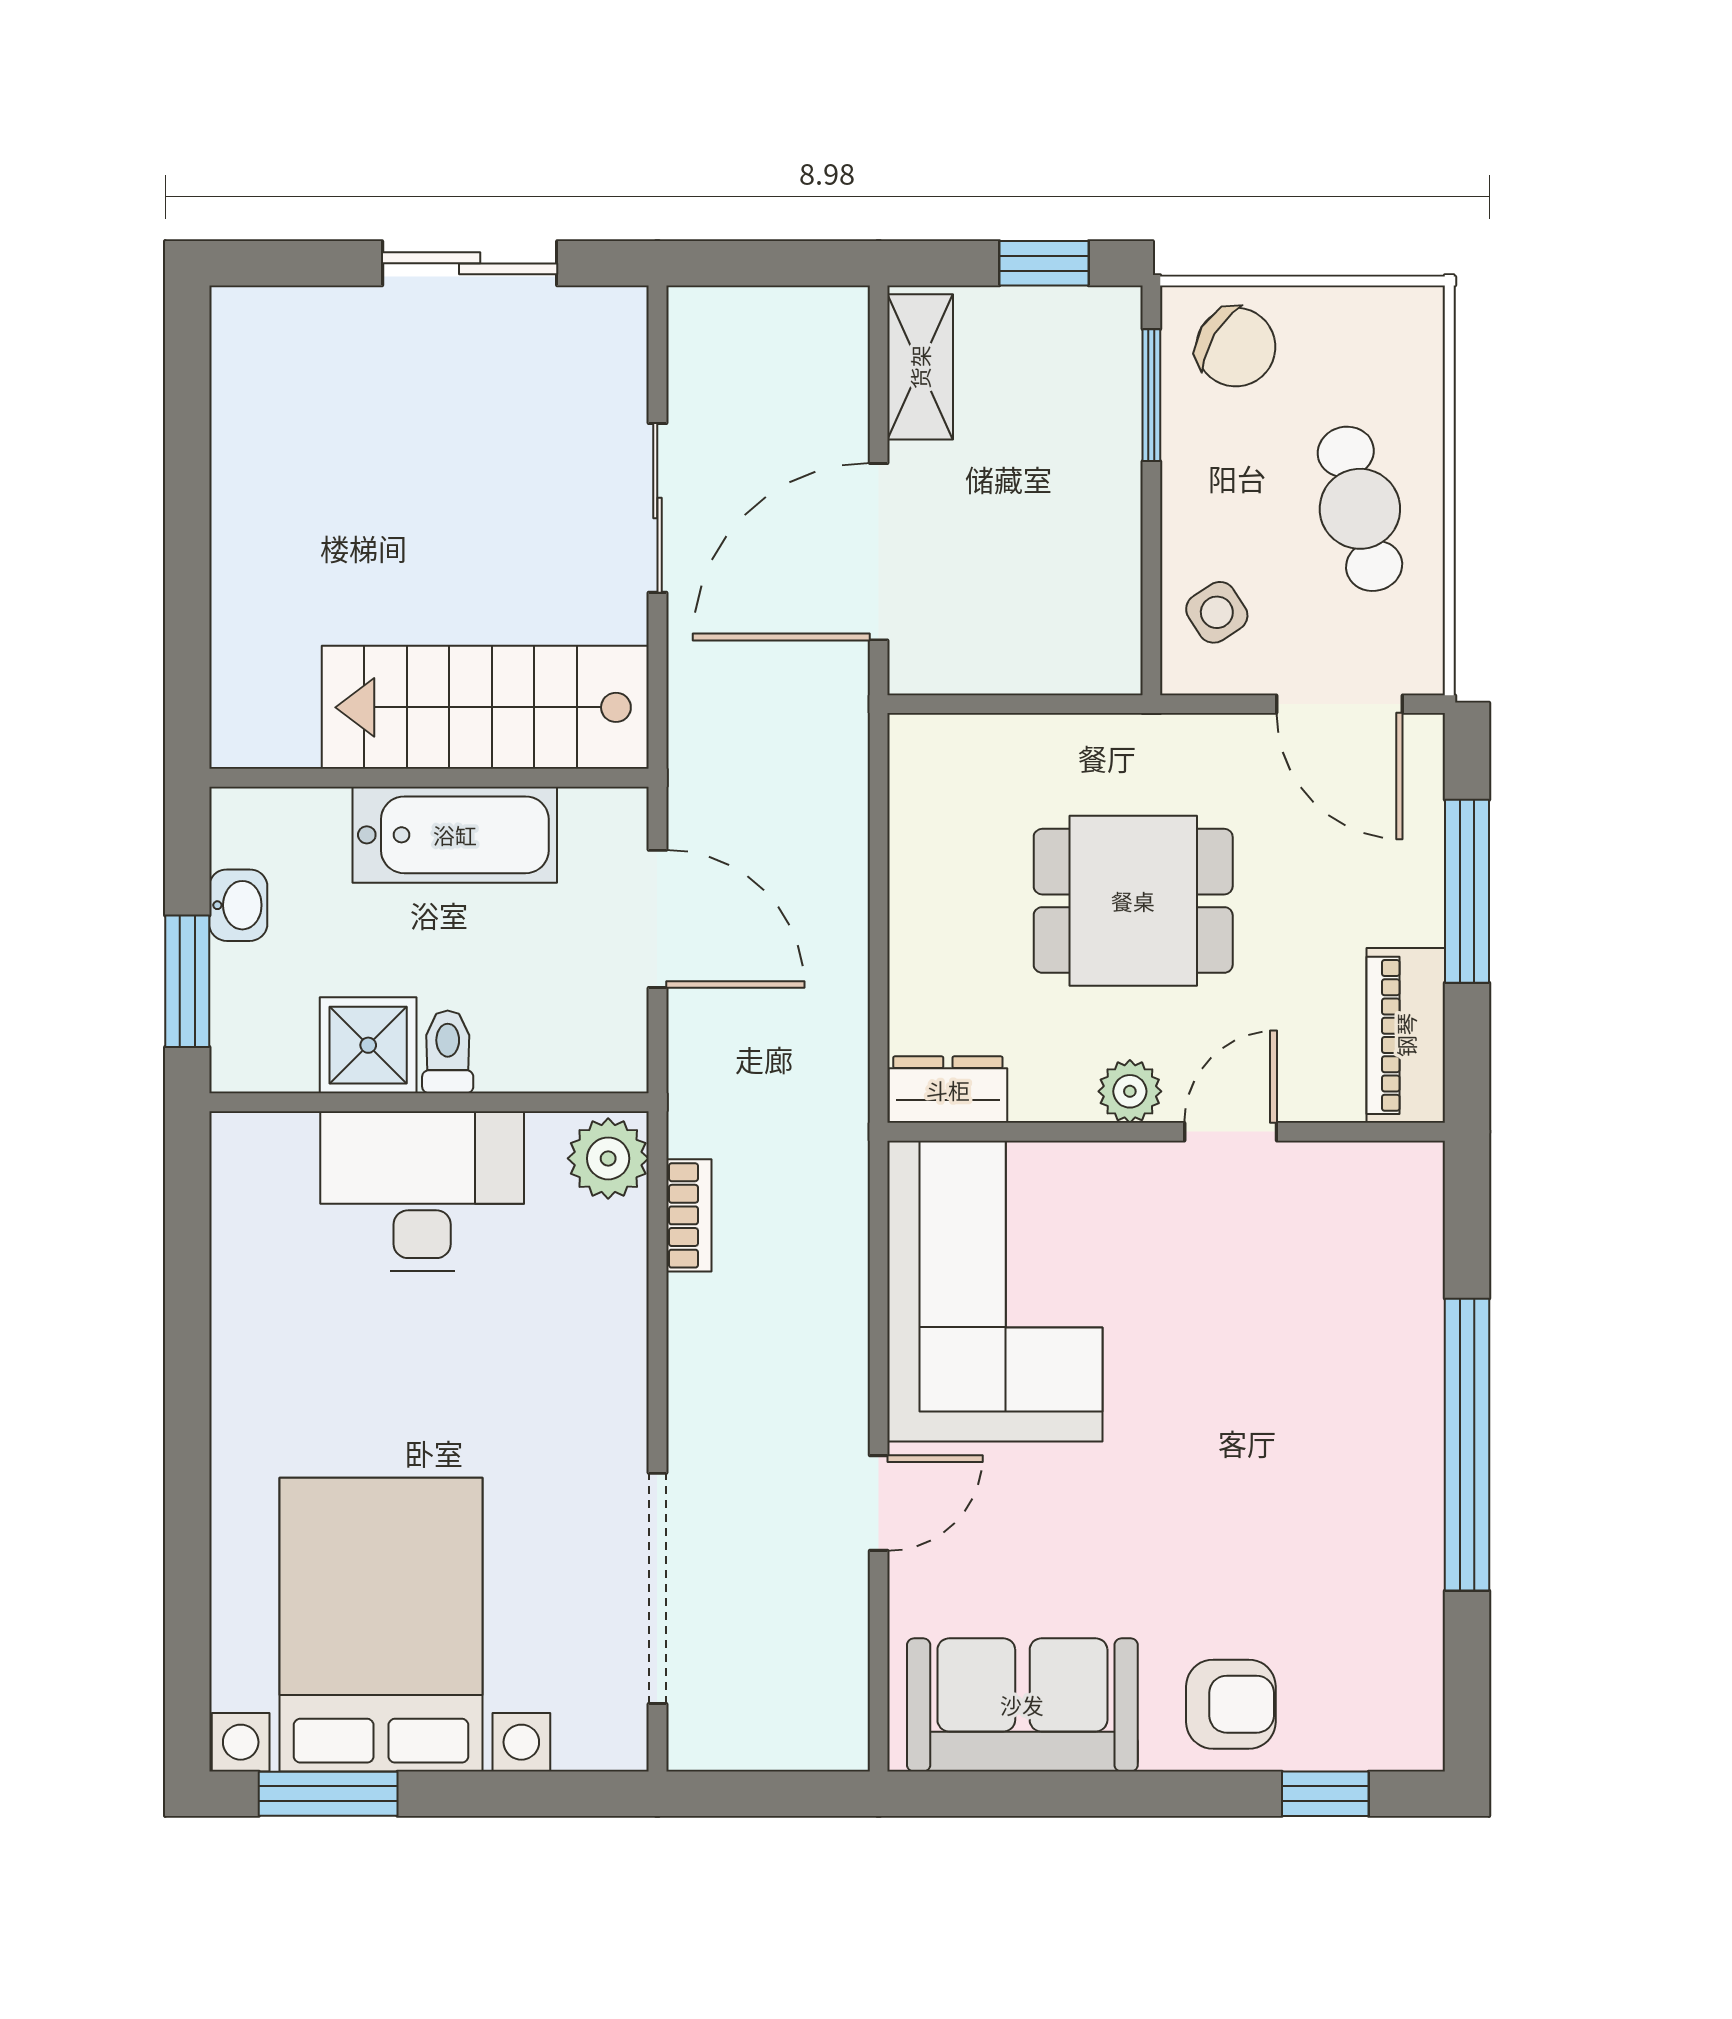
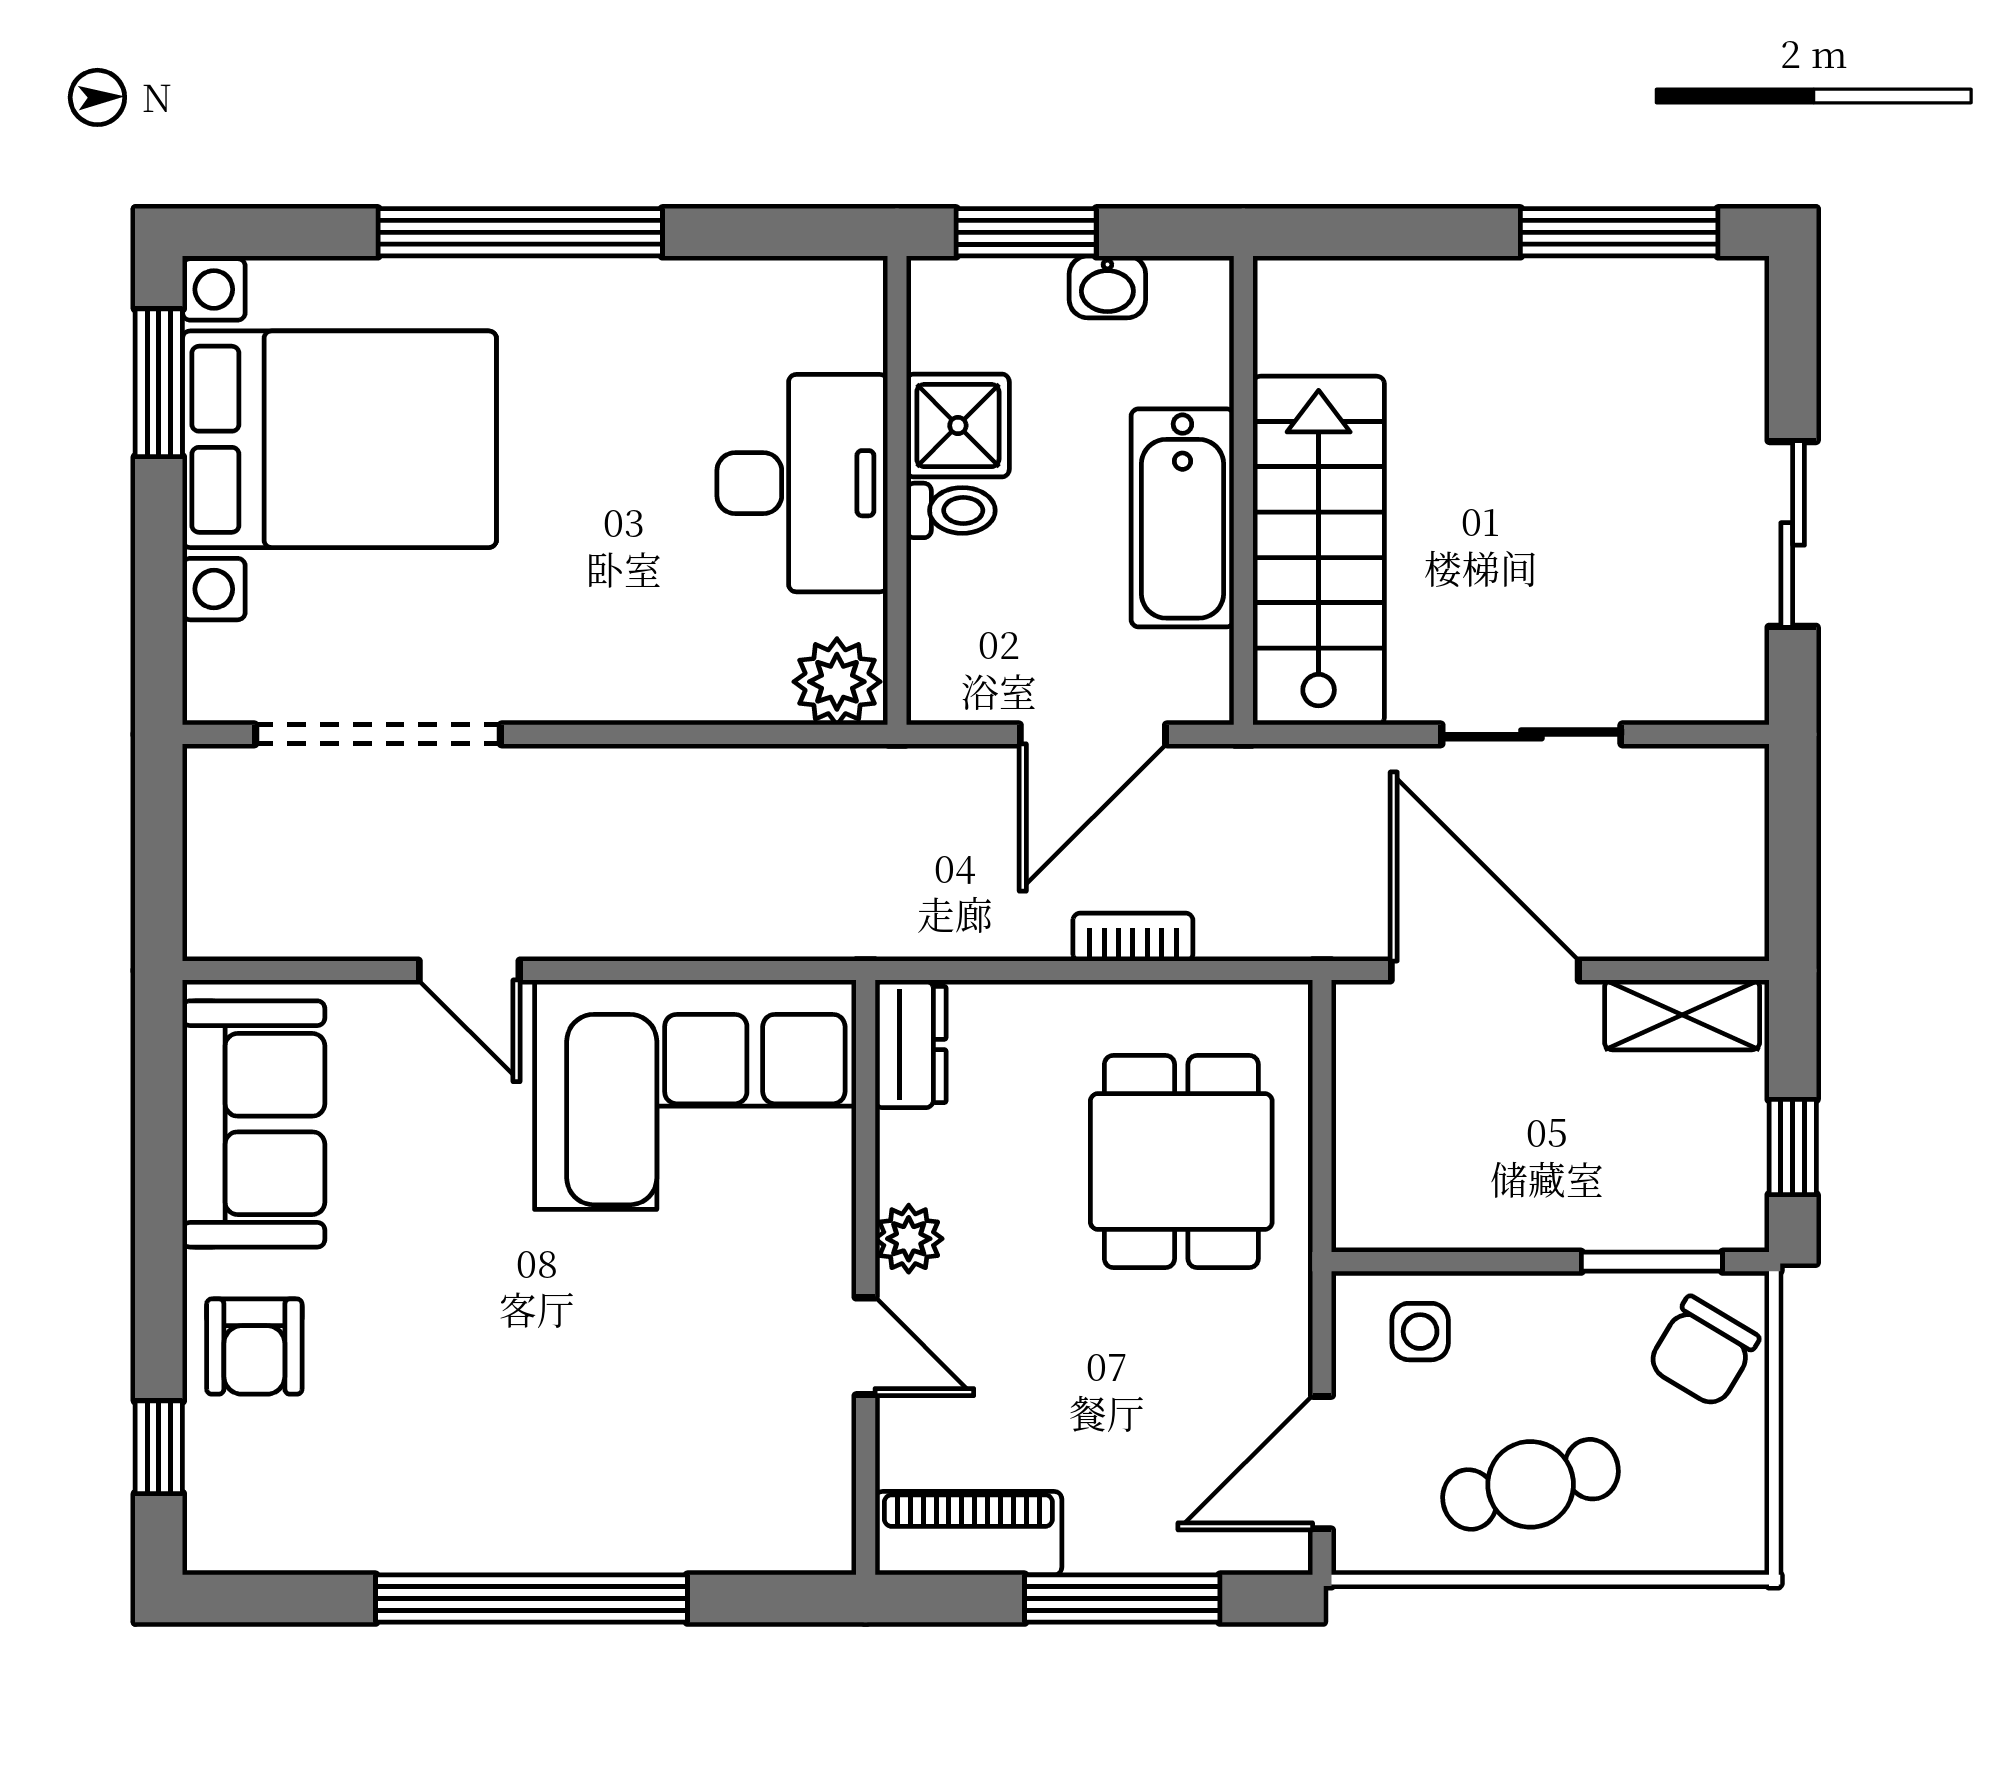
window: (187, 426) -> (1619, 232), added
side table: (1217, 612) -> (1420, 1332), turned 33
dining table: (1133, 901) -> (1181, 1162), moved
bookcase: (689, 1215) -> (1133, 937), moved, turned 180
window: (187, 1455) -> (520, 232), added

